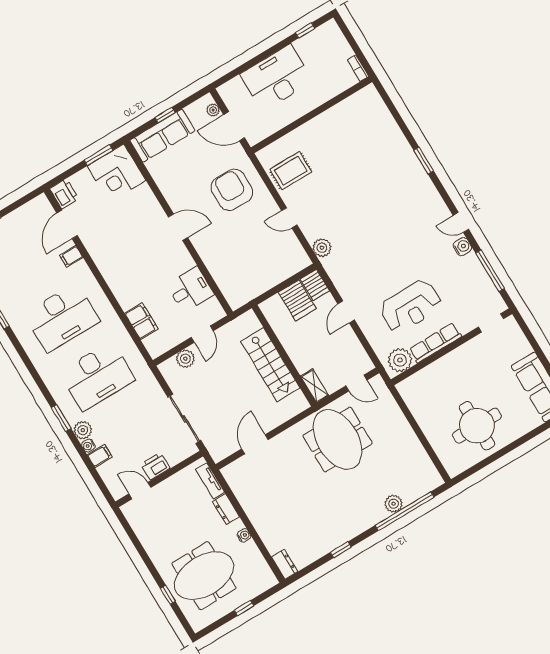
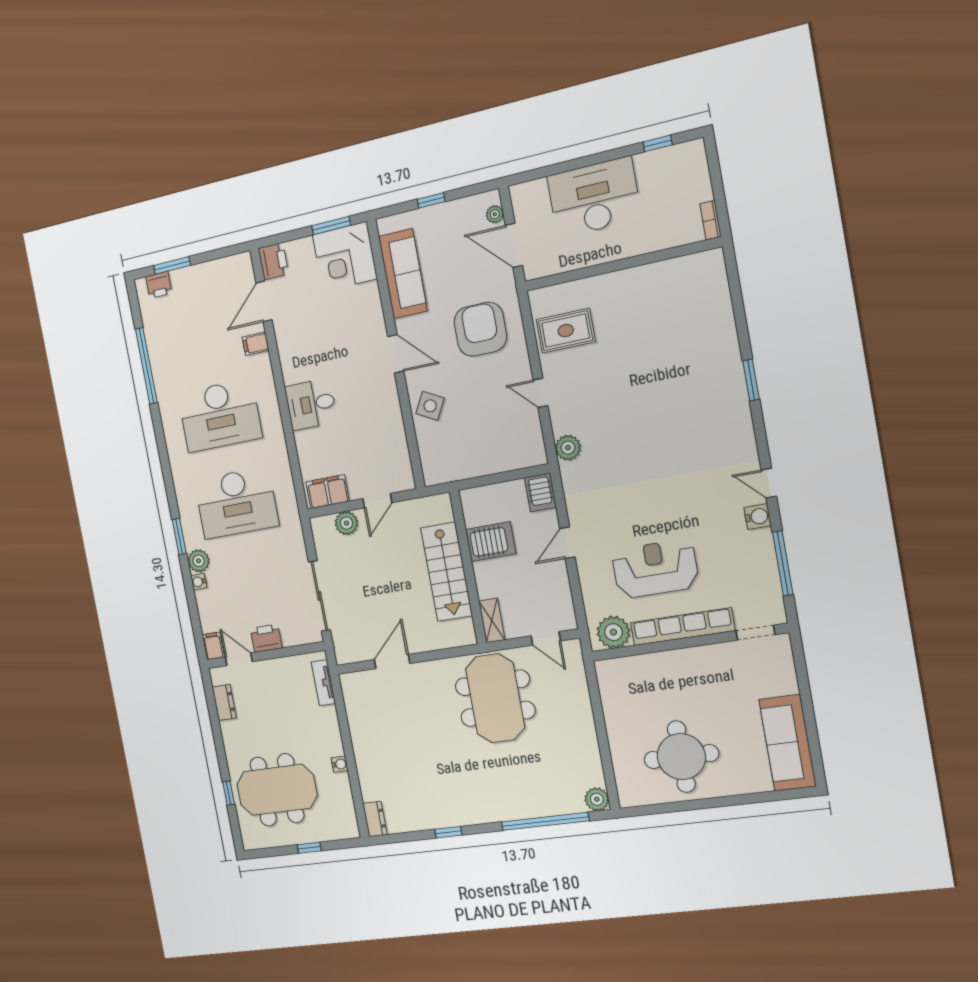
sofa: (162, 136) -> (403, 274), moved, turned -90
side table: (216, 254) -> (430, 406), added
desk: (190, 290) -> (311, 404), moved, turned 180
server rack: (297, 300) -> (491, 542), moved, turned -90
reception desk: (411, 306) -> (655, 569), turned 180
filing cabinet: (141, 321) -> (328, 492), moved, turned -90
row of seats: (435, 343) -> (682, 627), width x1.36
filing cabinet: (100, 456) -> (213, 646), moved, turned -90
plant: (394, 504) -> (597, 799), moved
dresser: (226, 509) -> (224, 702), moved, turned 180

